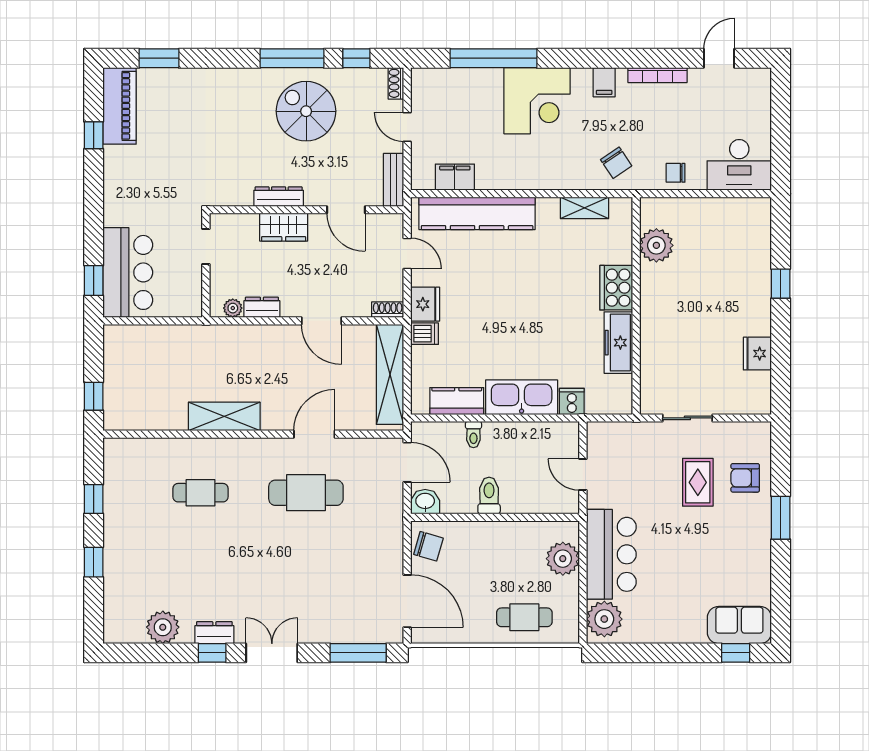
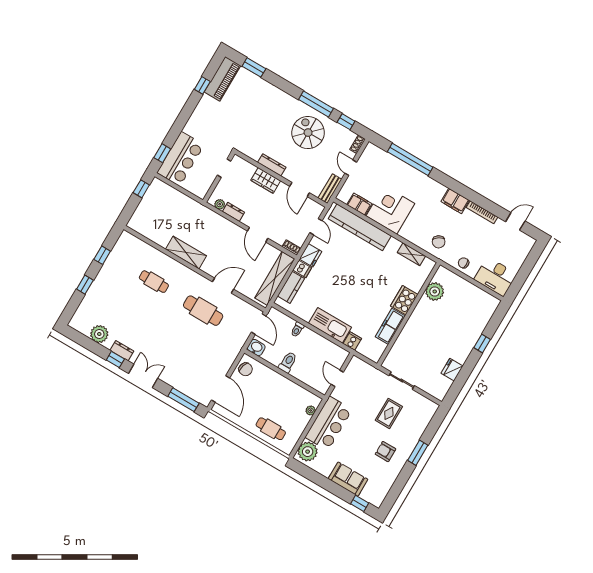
filing cabinet: (604, 82) -> (455, 201), width x2.00
corner desk: (537, 101) -> (390, 210), moved, turned 180
window: (94, 396) -> (141, 189), moved
kitchen counter: (457, 401) -> (291, 287), moved, turned 90
armchair: (745, 478) -> (385, 452), moved
plant: (563, 559) -> (311, 410), width x0.53, depth x0.53
sofa: (739, 625) -> (348, 479), moved

